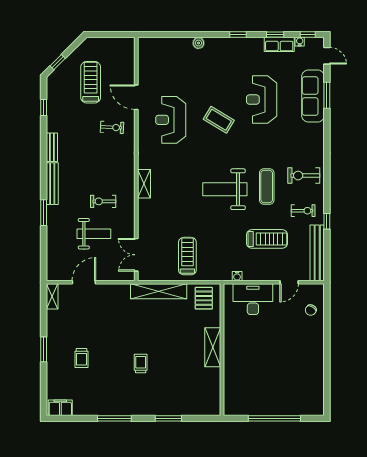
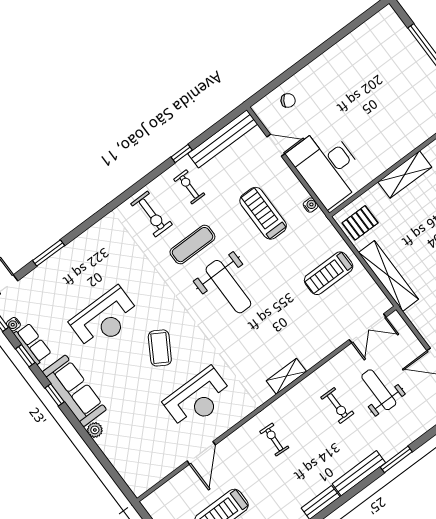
sofa: (313, 96) -> (74, 391), moved, turned -90
exercise bike: (112, 127) -> (274, 440), moved
treadmill: (267, 239) -> (263, 213), moved
desk: (253, 299) -> (327, 166), width x1.36, depth x1.30

